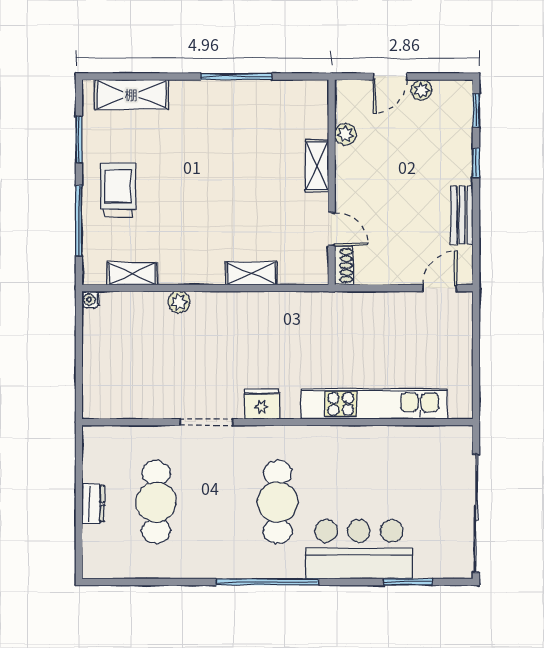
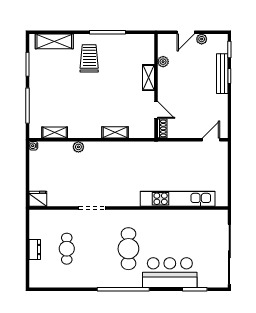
trolley: (118, 190) -> (89, 58), moved
bench: (462, 215) -> (222, 74), moved, width x1.36
fridge: (262, 404) -> (38, 199), moved
cafe table: (156, 502) -> (67, 249), width x0.73, depth x0.74

